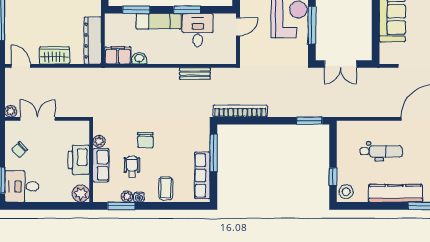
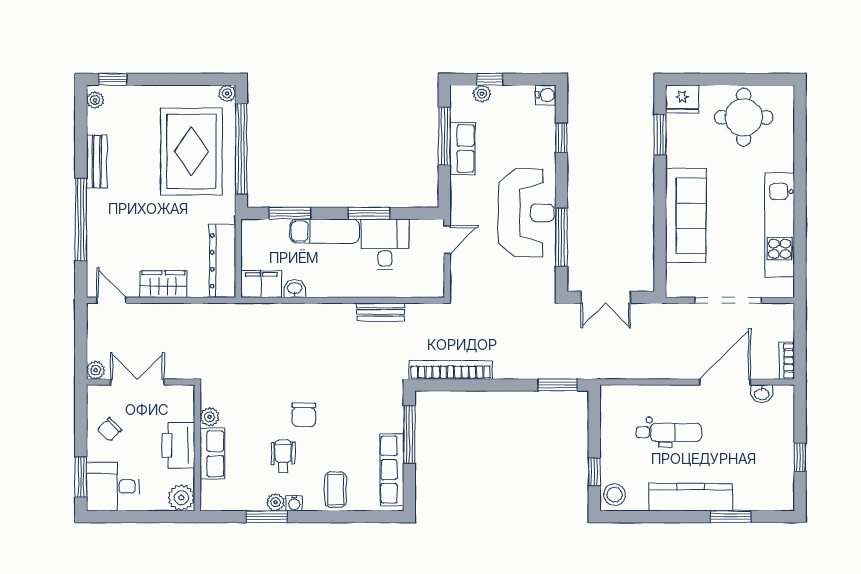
plant: (99, 141) -> (209, 417), moved
printer: (79, 160) -> (178, 445), moved
wall: (91, 161) -> (197, 448), moved
row of seats: (101, 165) -> (212, 454), moved
plant: (81, 194) -> (181, 498), moved

